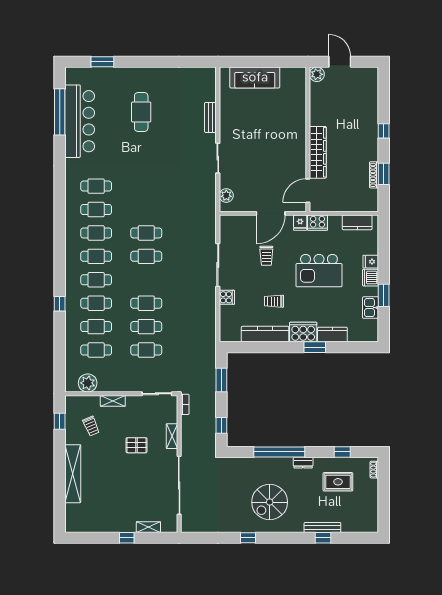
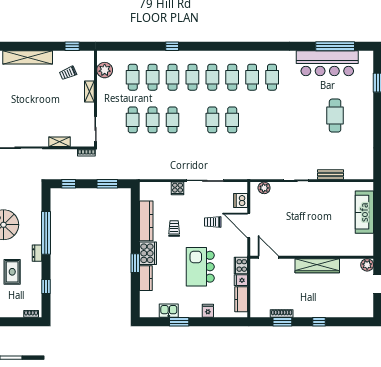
cafe table: (141, 112) -> (335, 116), turned 90
wardrobe: (318, 152) -> (317, 266), moved
fridge: (300, 223) -> (241, 280), moved
dishwasher: (371, 278) -> (241, 200), moved, turned -90
pallet: (136, 445) -> (52, 112), removed
rug: (338, 482) -> (12, 272), moved

